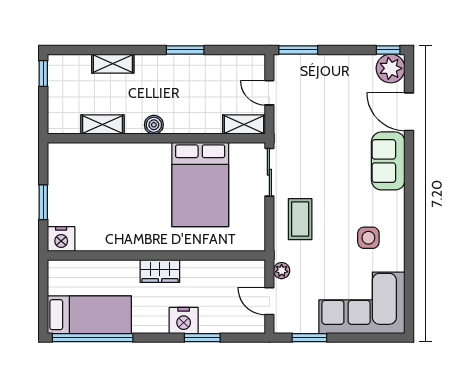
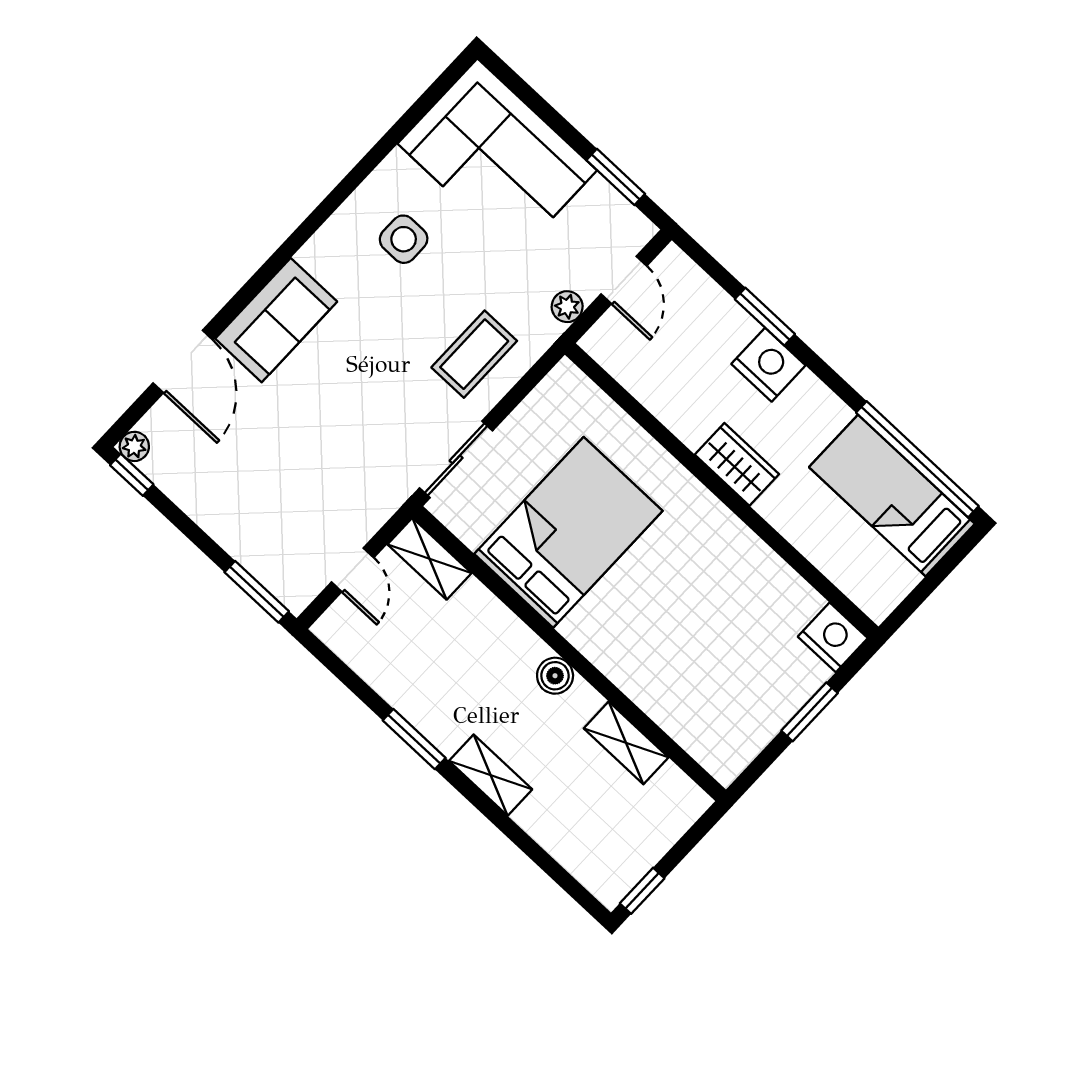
shelving: (113, 64) -> (491, 775), moved
plant: (391, 68) -> (134, 446), width x0.53, depth x0.53

